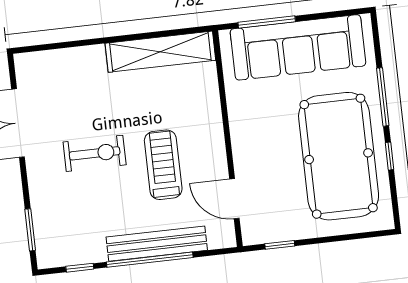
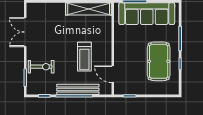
exercise bike: (95, 153) -> (41, 67), moved
pool table: (339, 156) -> (159, 61), width x0.73, depth x0.76
treadmill: (163, 165) -> (84, 57), turned 180

